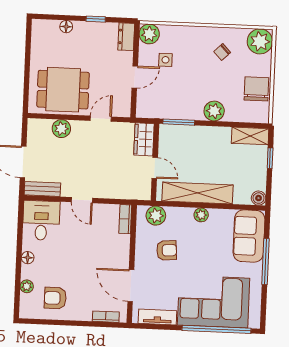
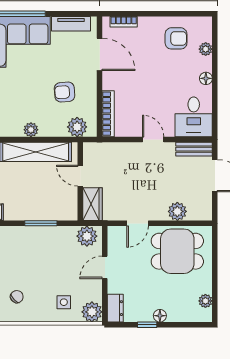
floor lamp: (66, 27) -> (160, 316), moved
plant: (38, 40) -> (205, 301), added
side table: (165, 60) -> (64, 302), moved
plant: (214, 111) -> (87, 236), moved
window: (179, 122) -> (41, 223), moved
bookcase: (125, 219) -> (108, 114), width x1.56

